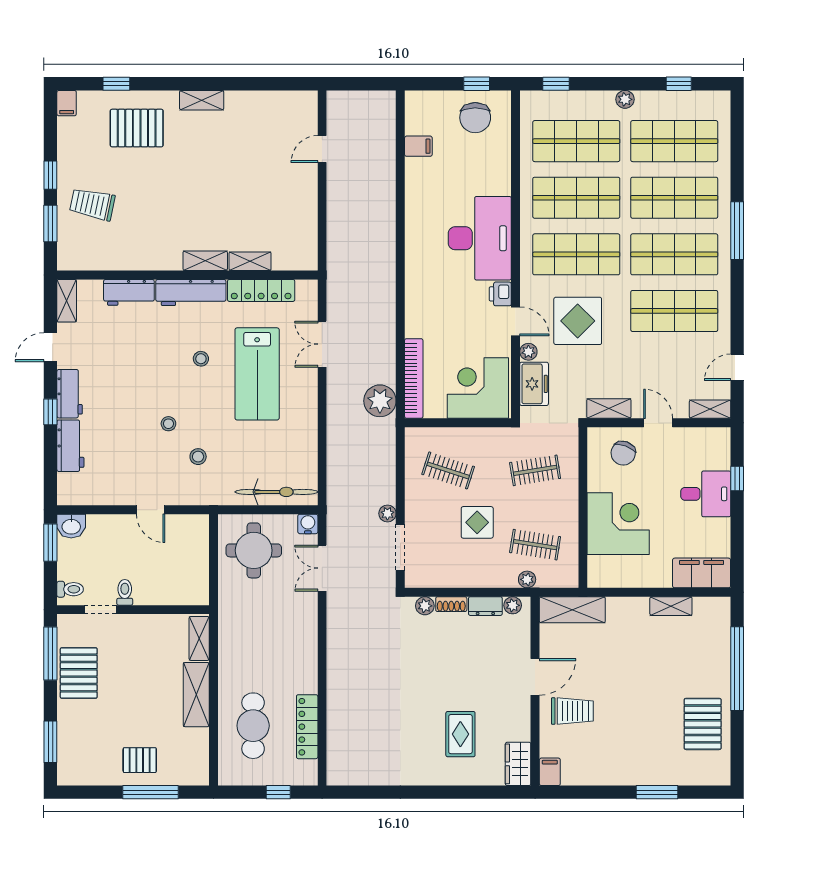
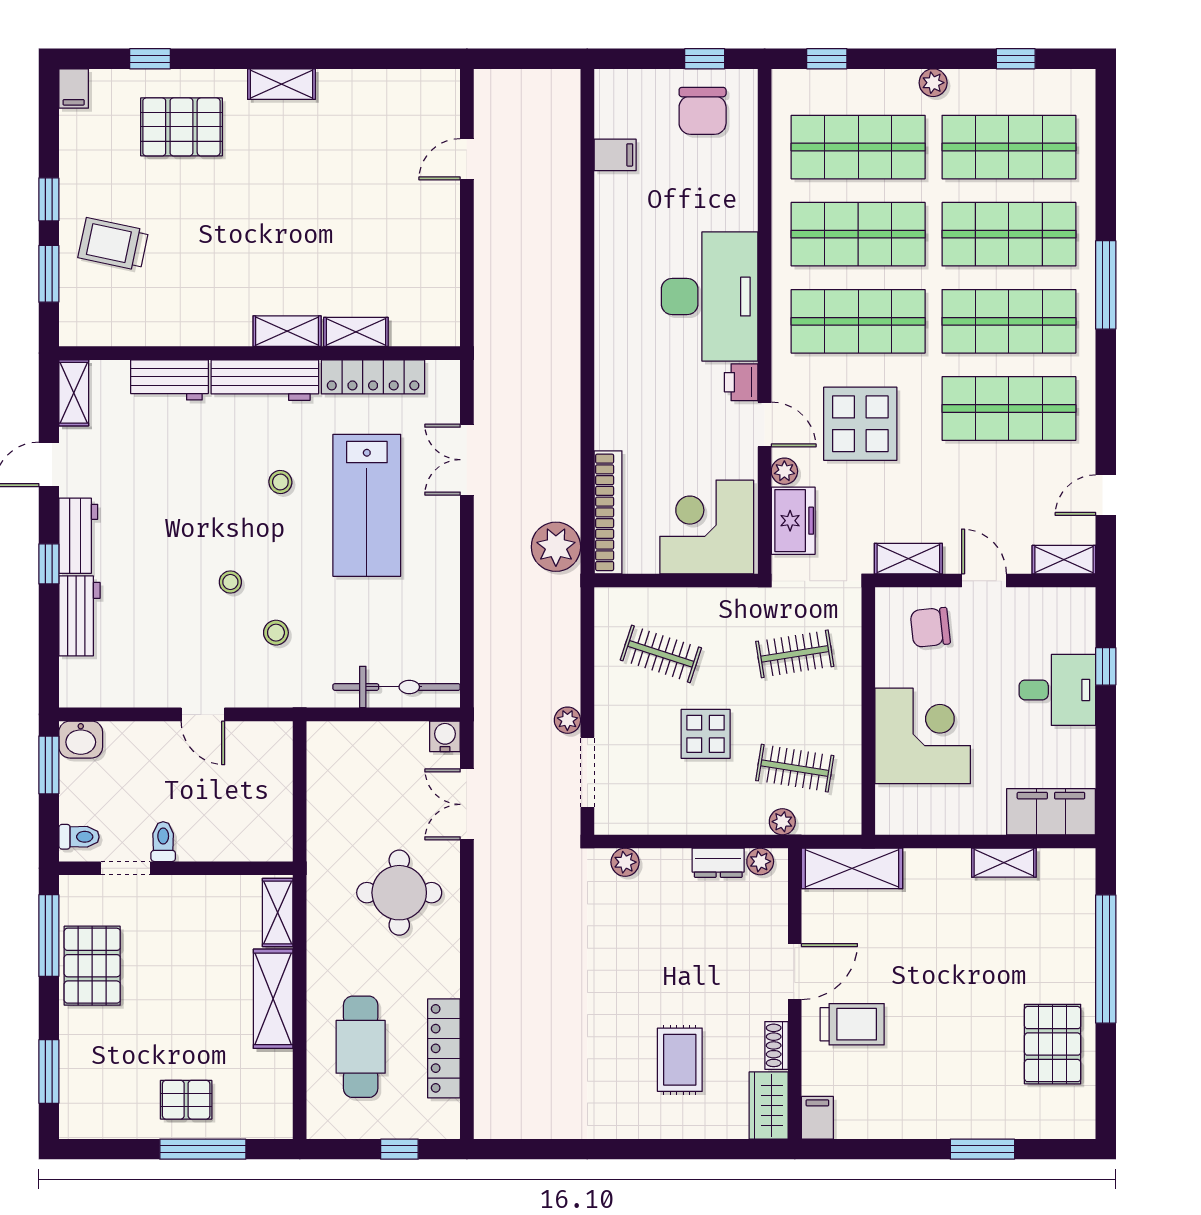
chair: (623, 453) -> (930, 627), turned 63
round table: (254, 550) -> (399, 893), moved
shoe rack: (451, 604) -> (776, 1045), moved, turned 90

